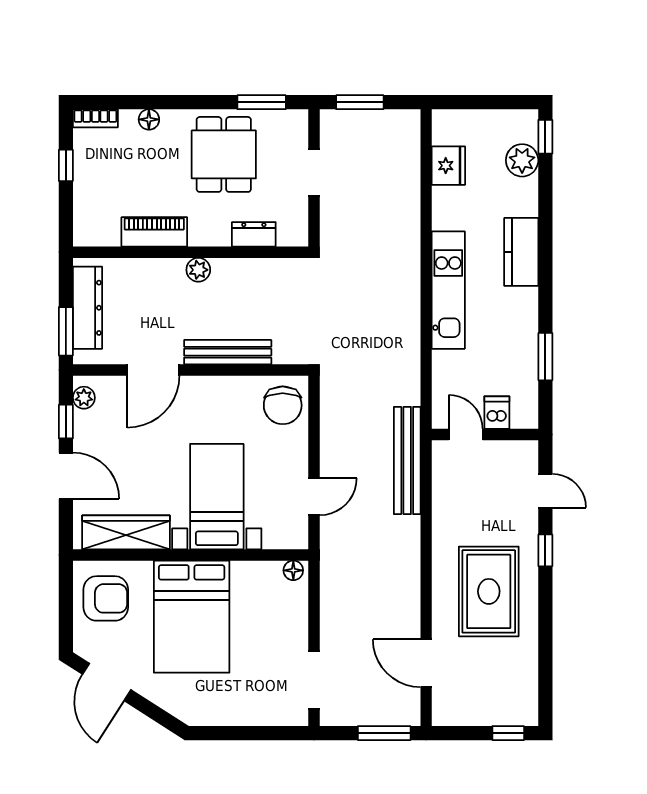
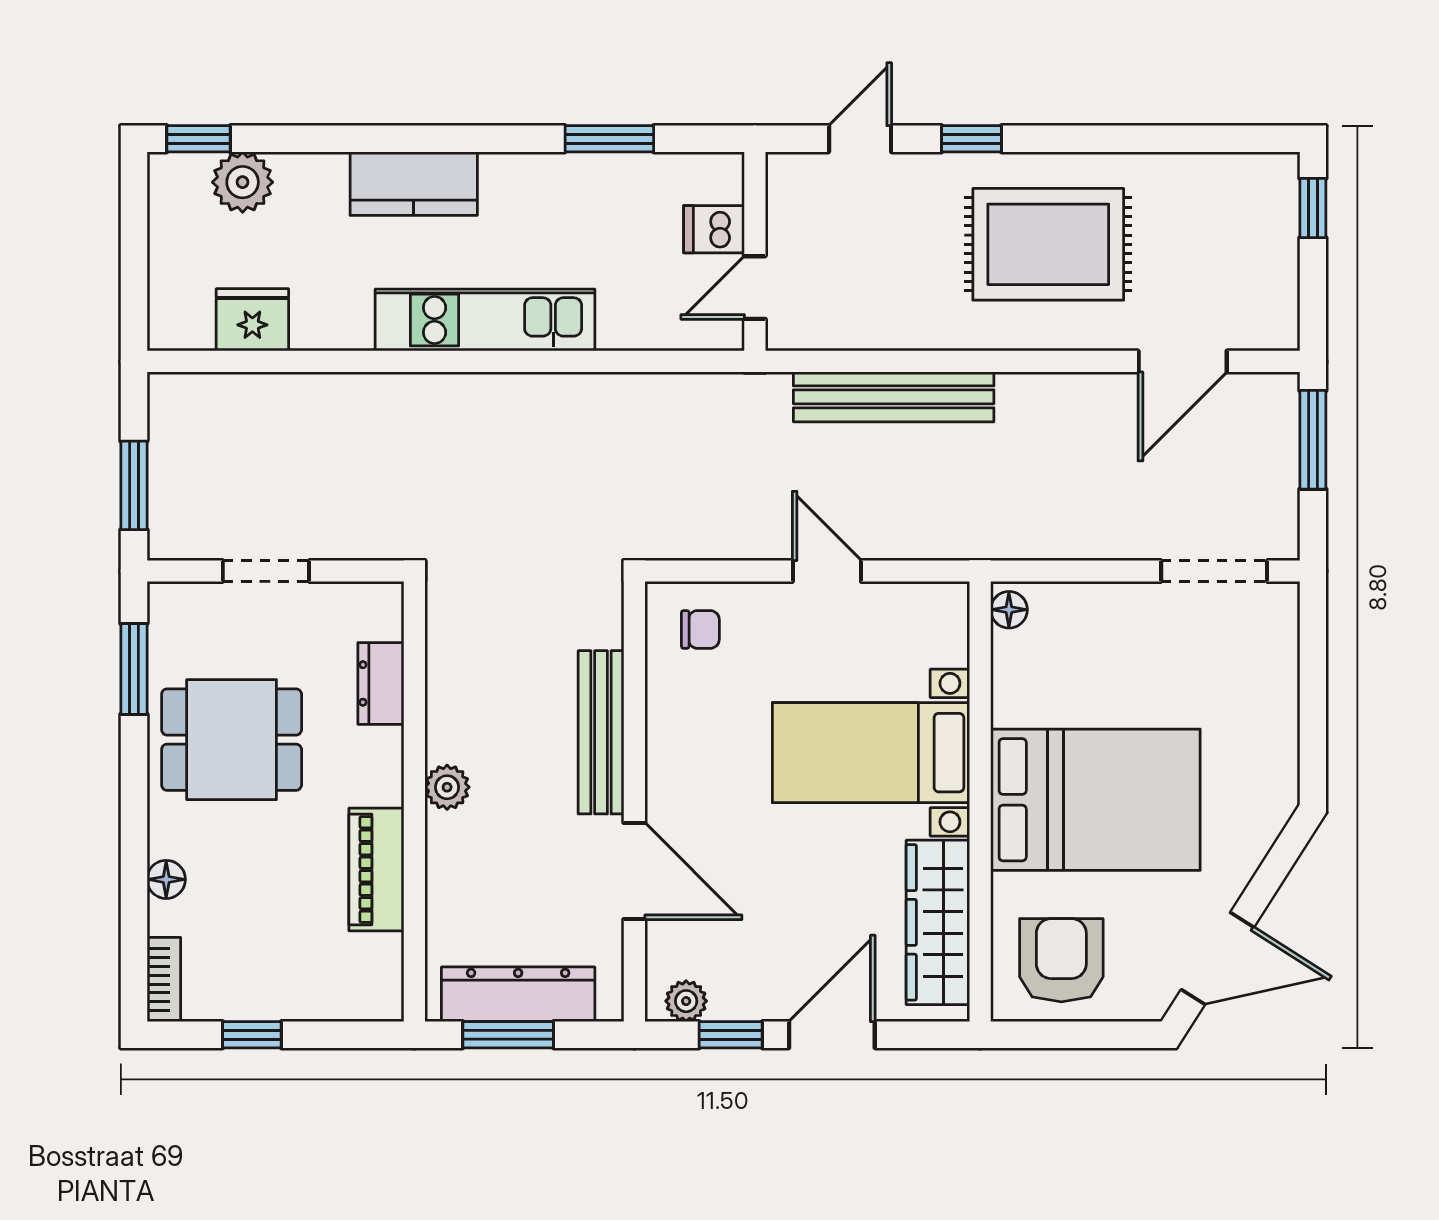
window: (66, 331) -> (508, 1035), moved
chair: (283, 405) -> (700, 629), width x0.54, depth x0.54
bench: (407, 461) -> (894, 397), moved
door: (314, 497) -> (827, 571), moved

